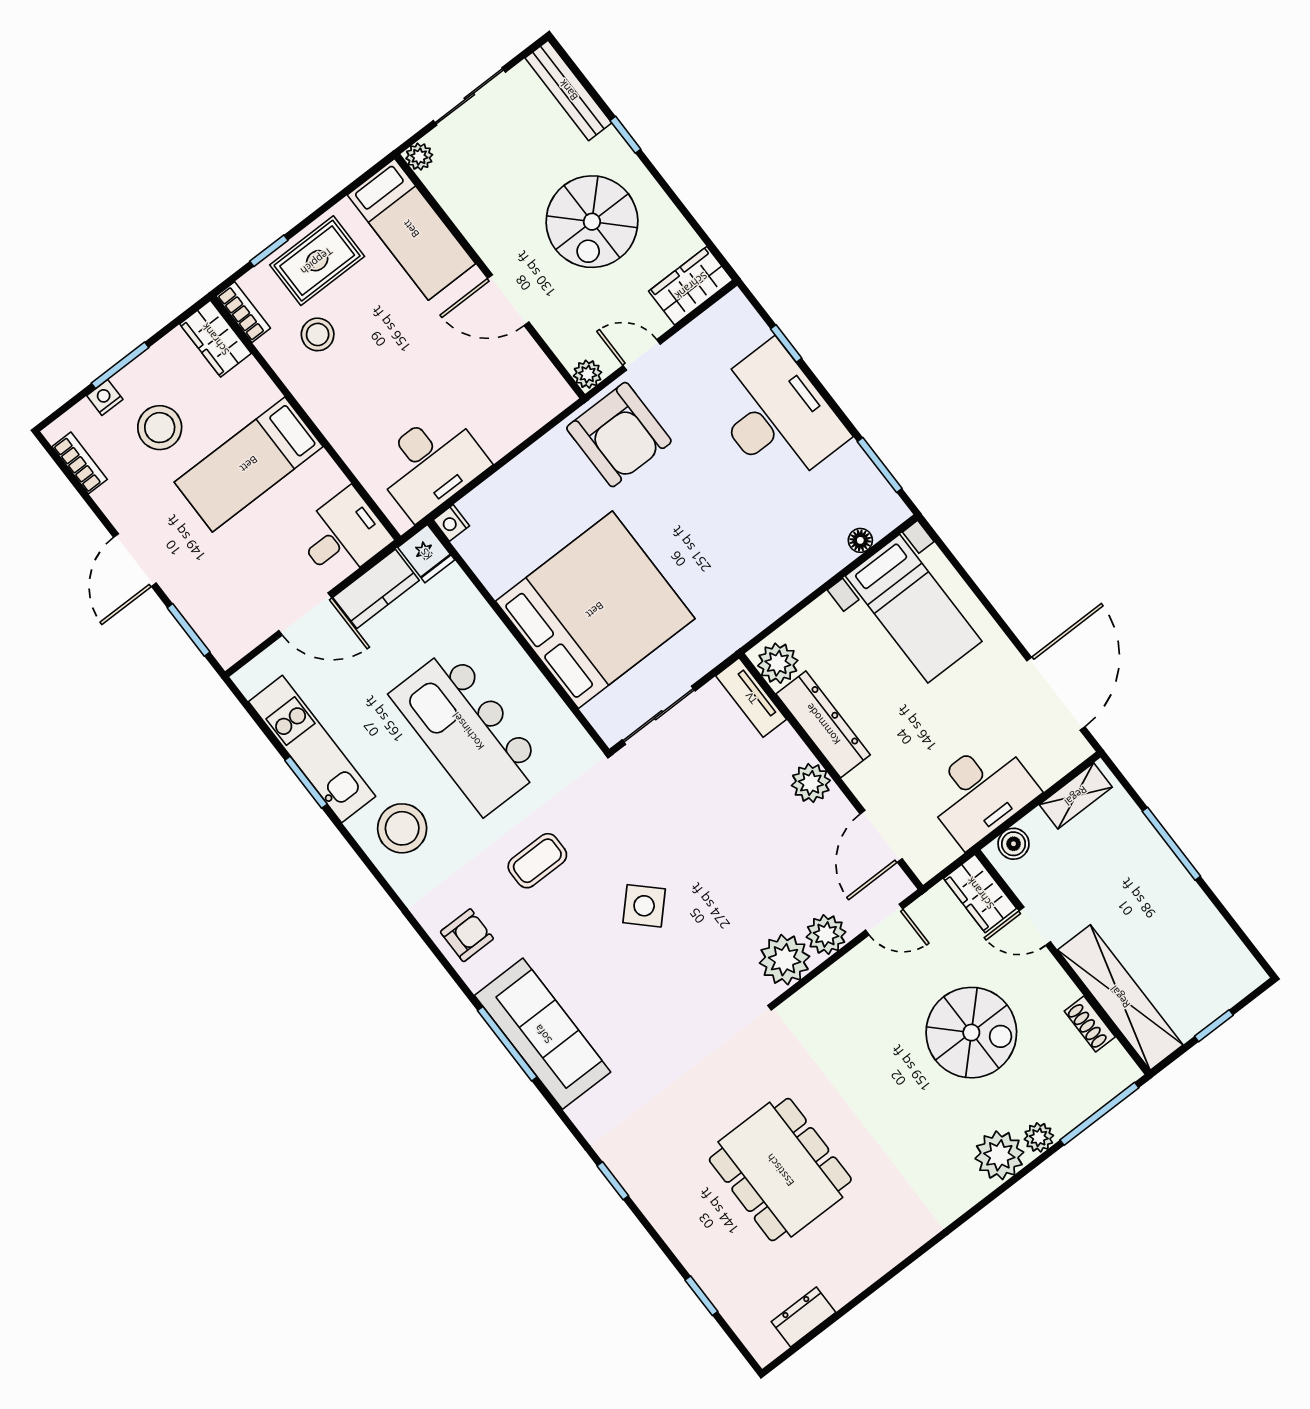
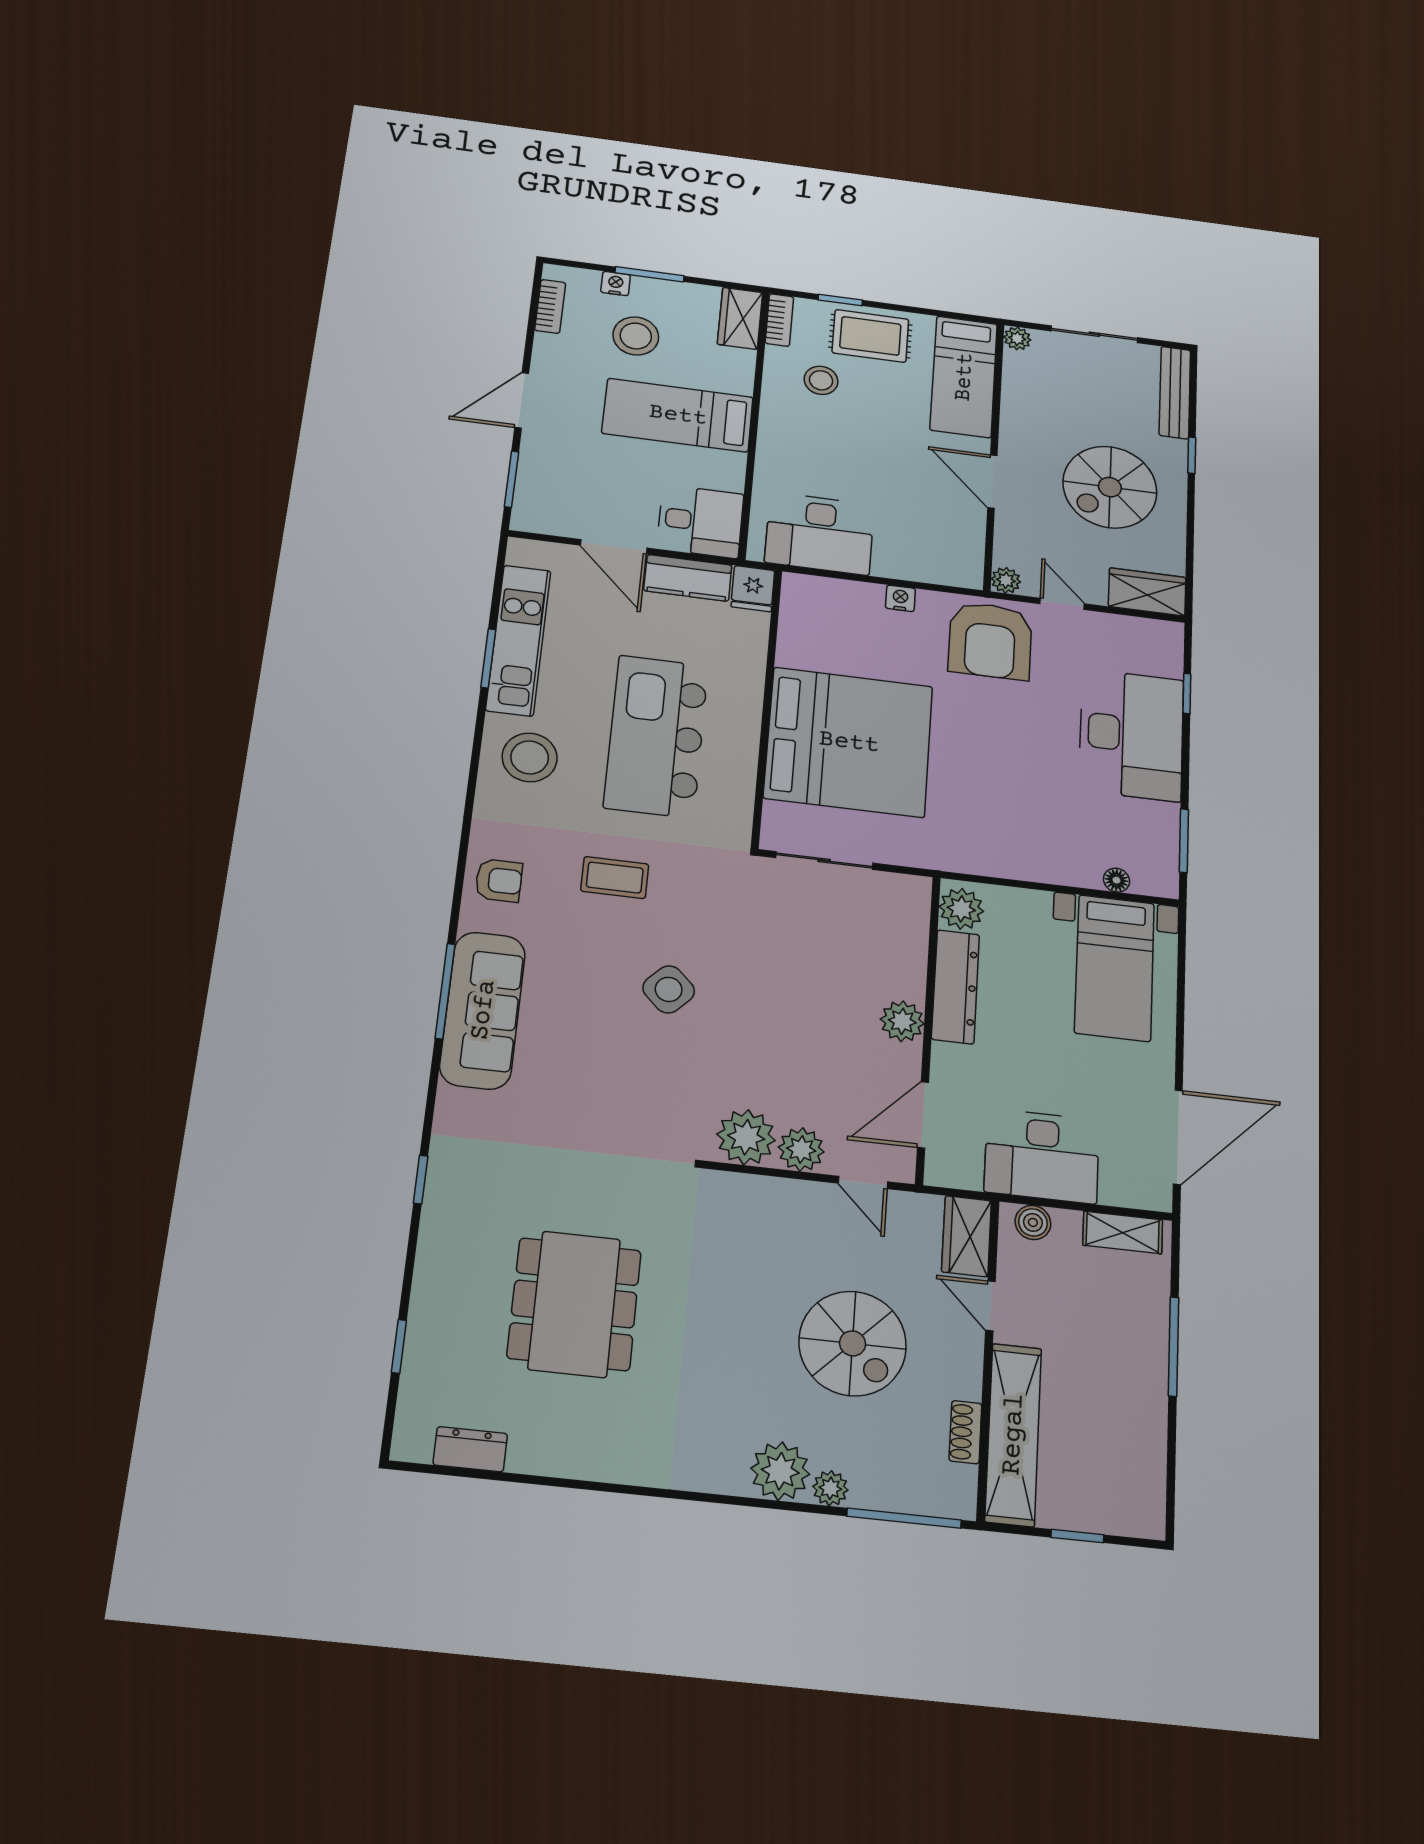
nightstand: (451, 523) -> (900, 598), moved, turned 90
tv unit: (751, 698) -> (914, 914), removed

